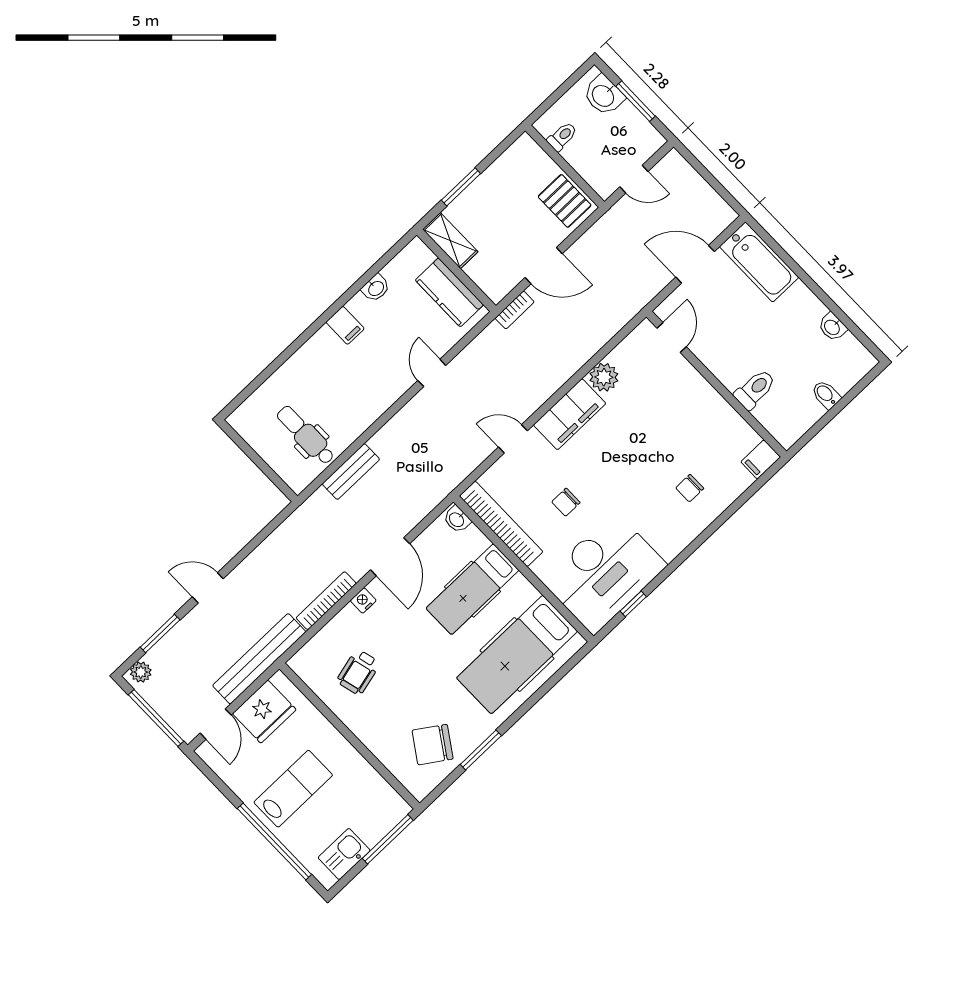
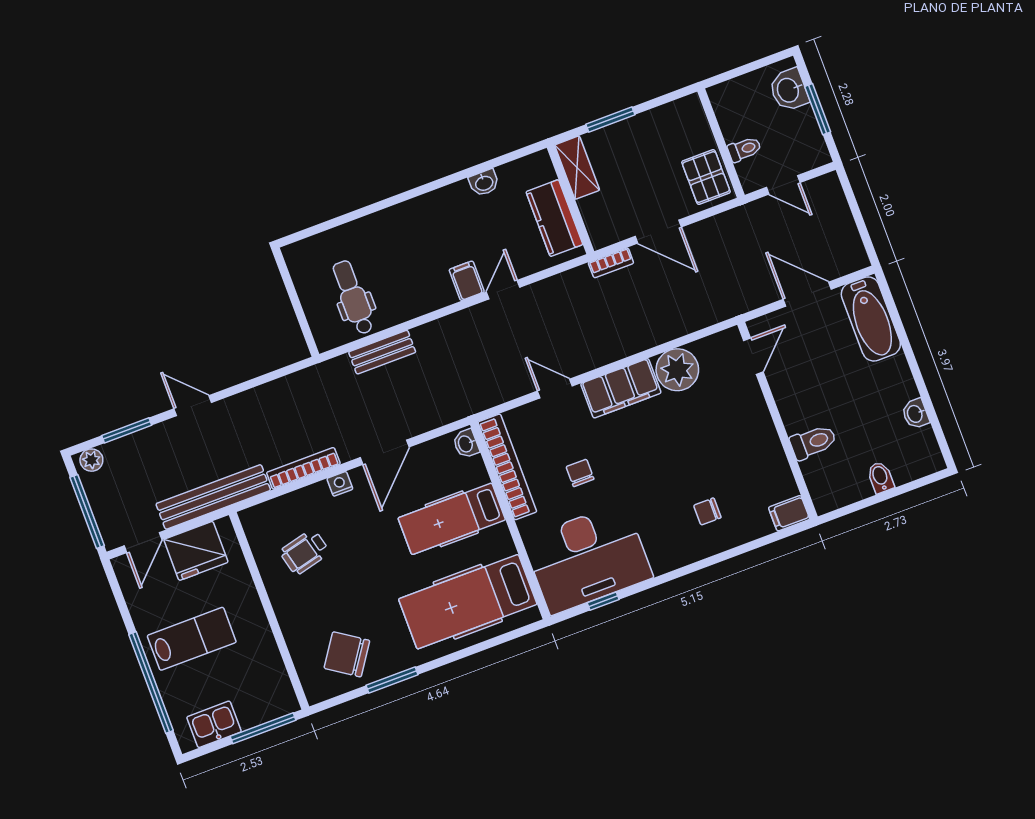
toilet: (562, 137) -> (744, 149), moved
filing cabinet: (345, 325) -> (467, 281), moved, turned 180
plant: (604, 377) -> (677, 370), width x1.36, depth x1.36
chair: (566, 502) -> (580, 473), turned 90

